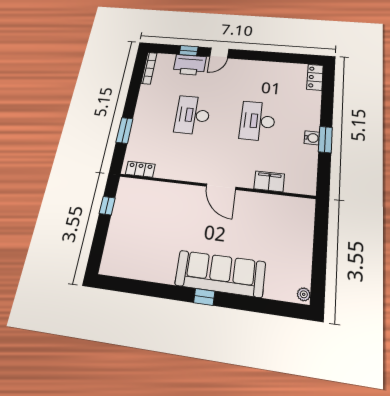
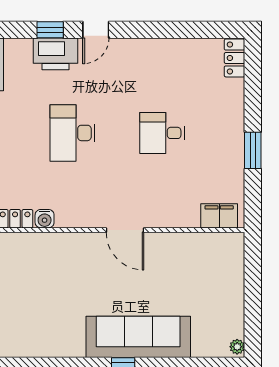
desk: (258, 121) -> (162, 133), width x0.73
water cooler: (312, 138) -> (45, 219), moved, turned 90
filing cabinet: (269, 181) -> (219, 216), moved

